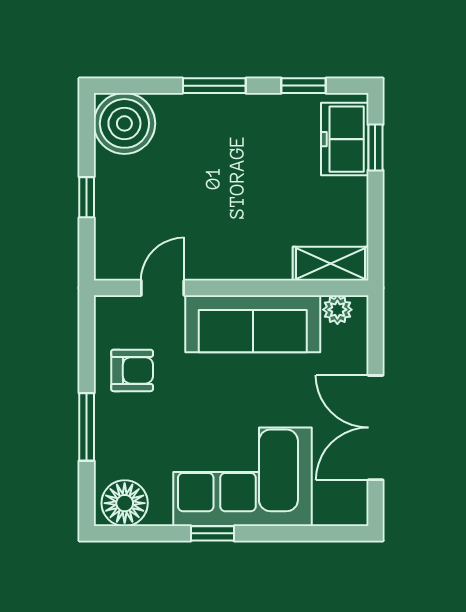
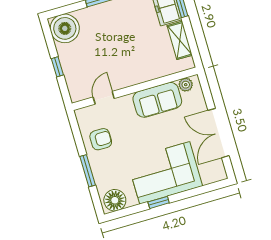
shelving: (331, 264) -> (180, 40), moved, turned 90
sofa: (253, 324) -> (157, 100), width x0.73

